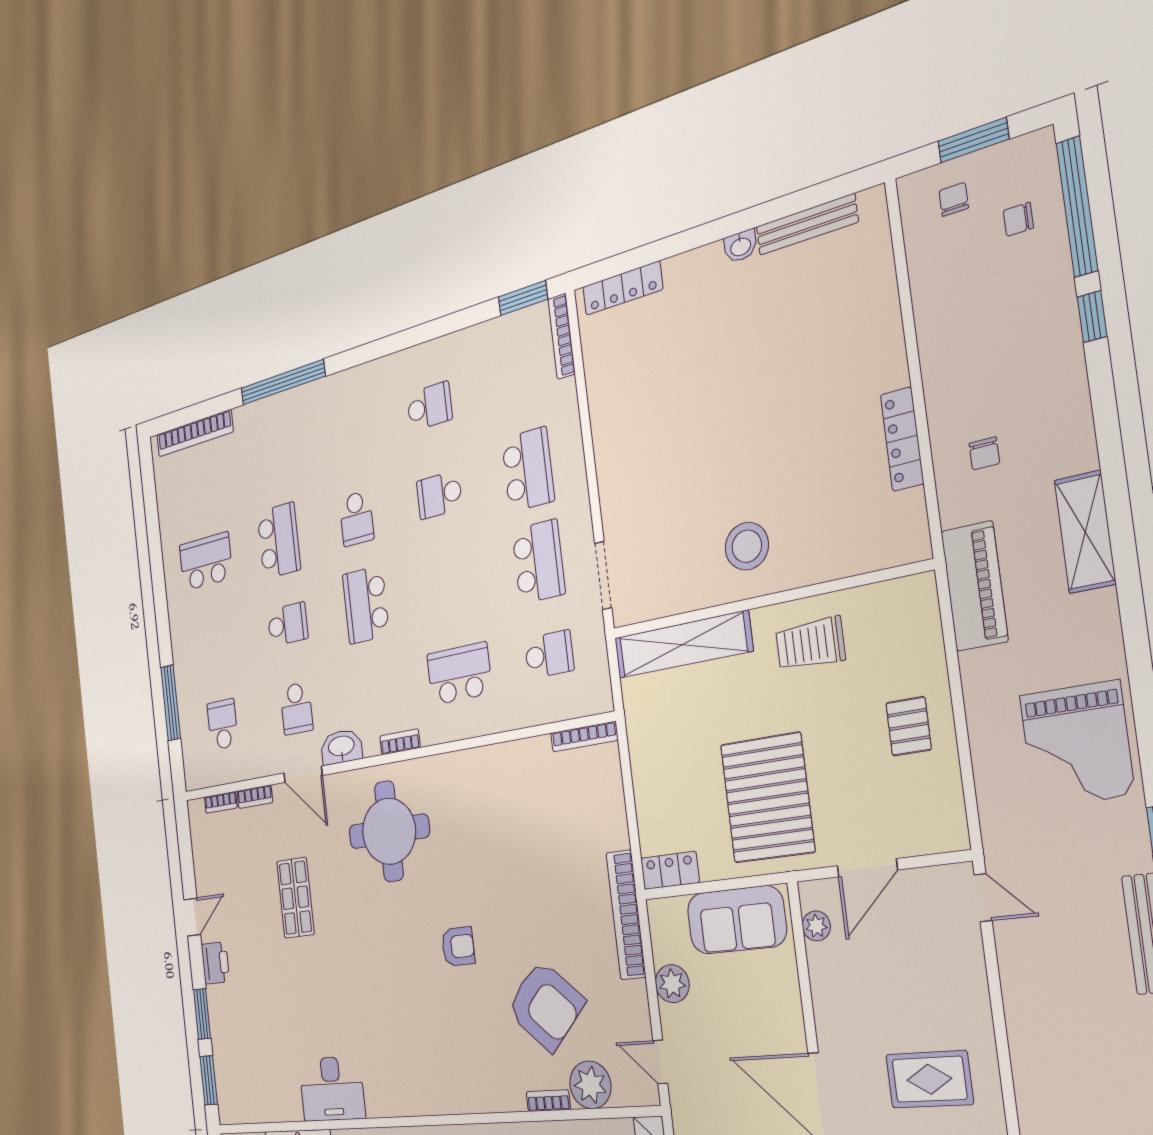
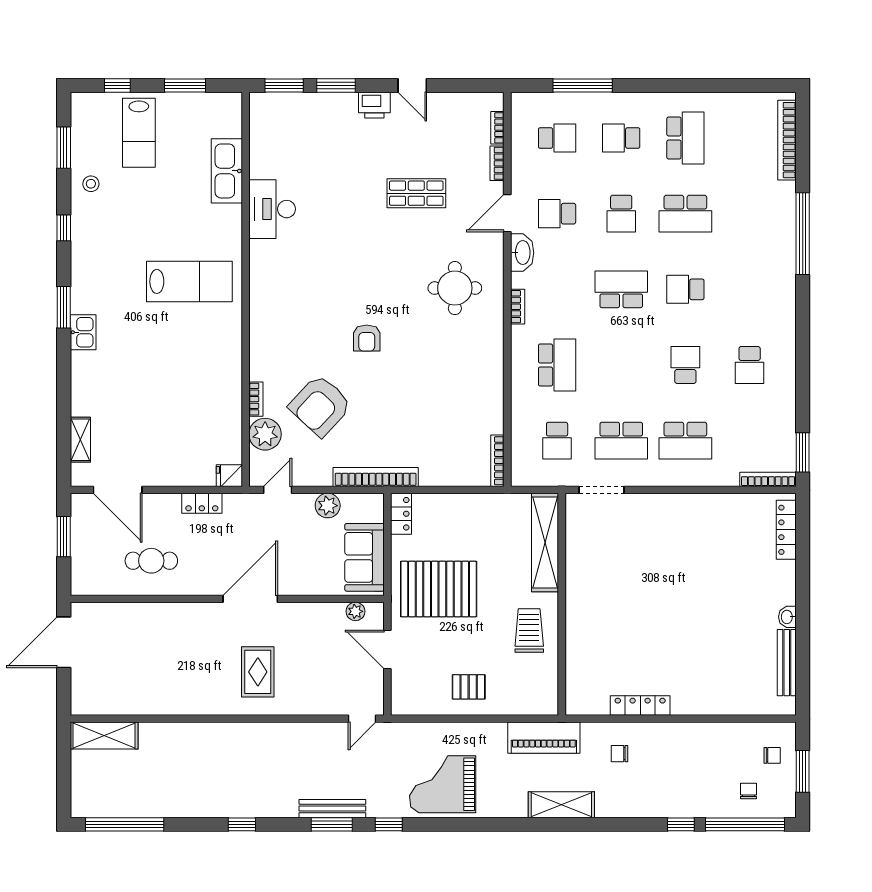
stool: (747, 546) -> (598, 596), removed
school desk: (214, 643) -> (621, 138), added
round table: (389, 831) -> (455, 288), width x0.73, depth x0.73

